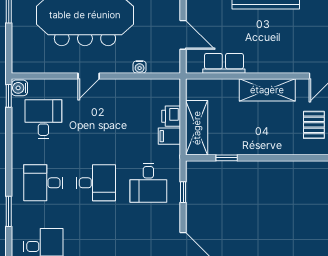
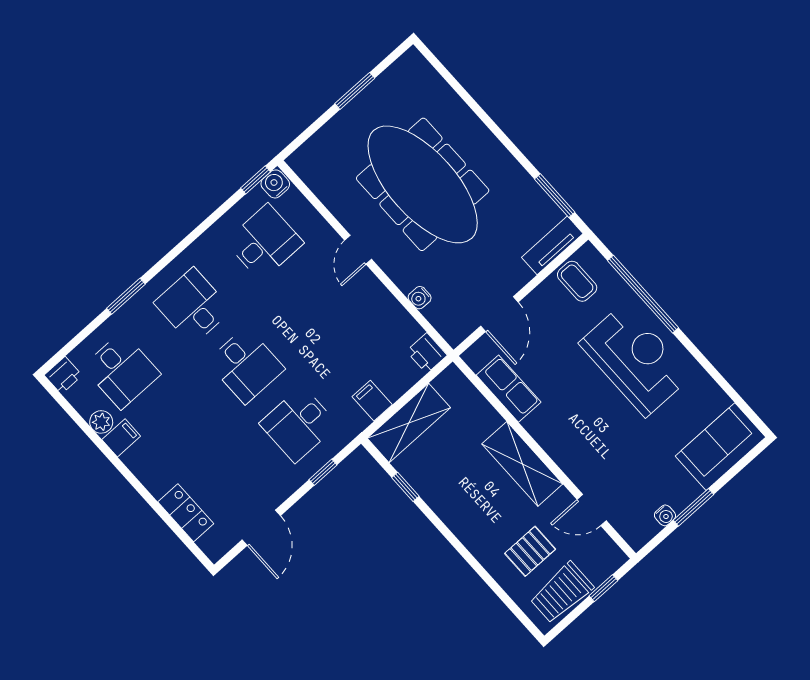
door: (89, 76) -> (358, 250), hinge flipped
printer: (171, 116) -> (427, 353), moved, turned -90

